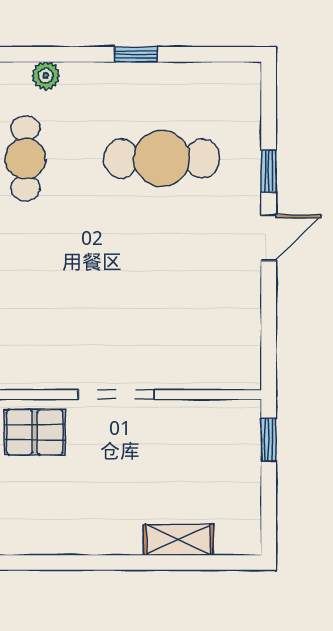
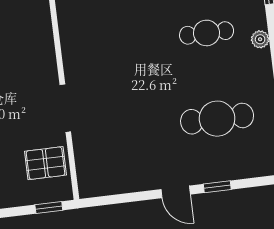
cafe table: (162, 158) -> (217, 119), turned 90
pallet: (35, 432) -> (45, 163), moved, turned 90

